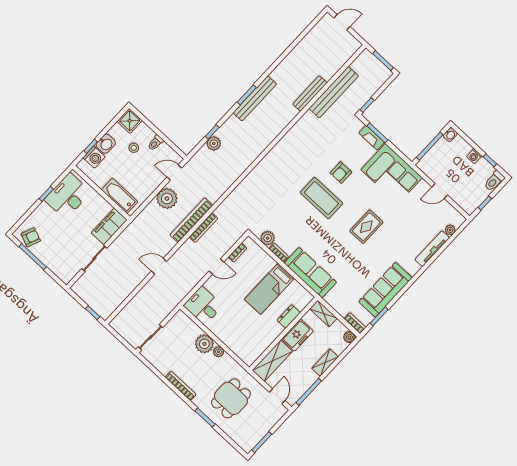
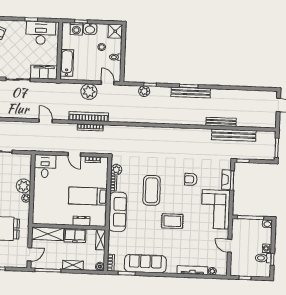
toilet: (494, 181) -> (263, 258), moved
coffee table: (321, 198) -> (152, 190), moved

